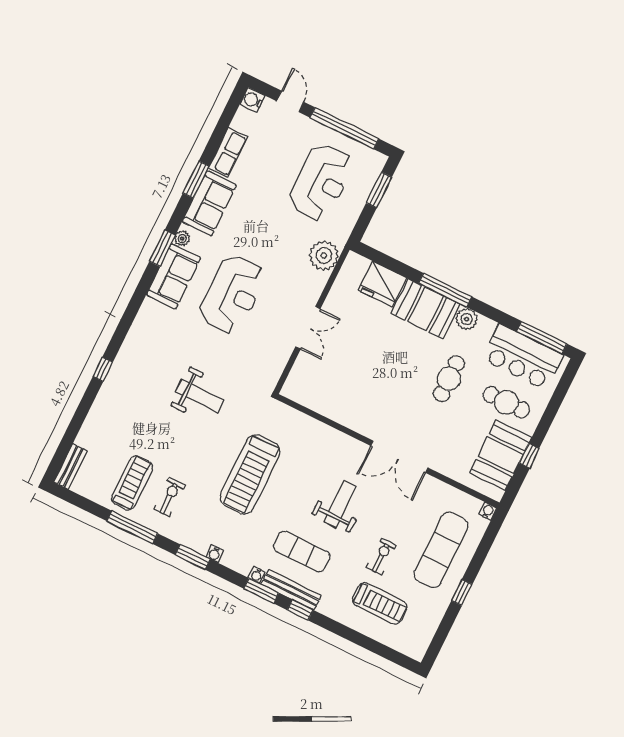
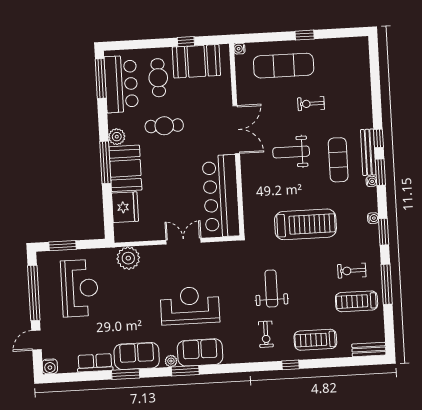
reception desk: (321, 182) -> (80, 288), turned 90
exercise bike: (152, 361) -> (266, 334), added
bar counter: (335, 398) -> (221, 196), added
treadmill: (380, 603) -> (315, 340), moved, turned -90

